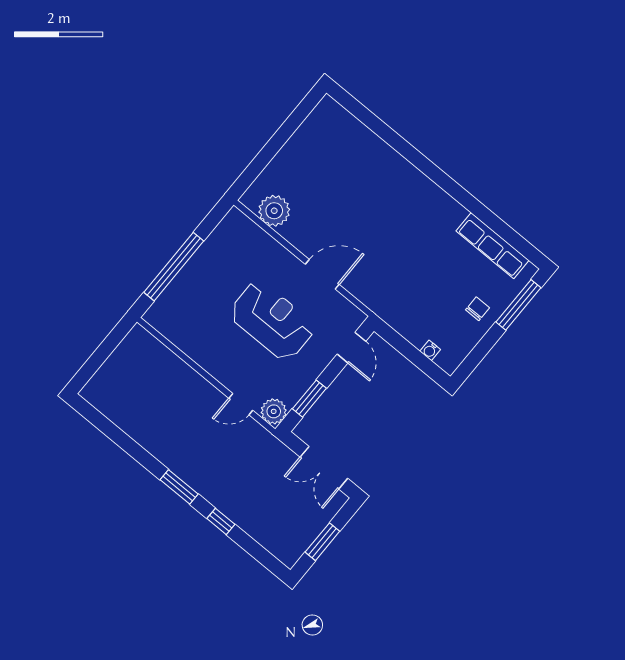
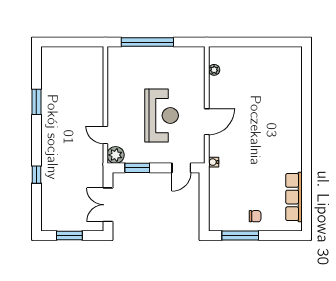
plant: (274, 211) -> (214, 70), width x0.53, depth x0.53
door: (322, 274) -> (207, 122), hinge flipped
window: (518, 305) -> (240, 236), moved
water cooler: (430, 350) -> (214, 162), moved
window: (179, 487) -> (36, 102), moved

